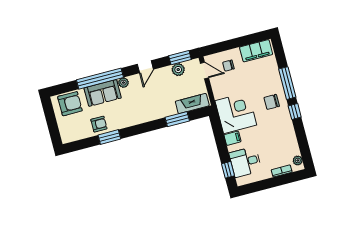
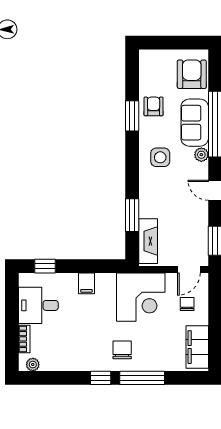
plant: (178, 70) -> (200, 234), removed
armchair: (70, 104) -> (192, 74), turned 180
side table: (133, 110) -> (160, 157), added
corner desk: (236, 113) -> (141, 297), moved
armchair: (99, 124) -> (154, 106), turned 180
desk: (245, 162) -> (38, 305), moved, turned -90

